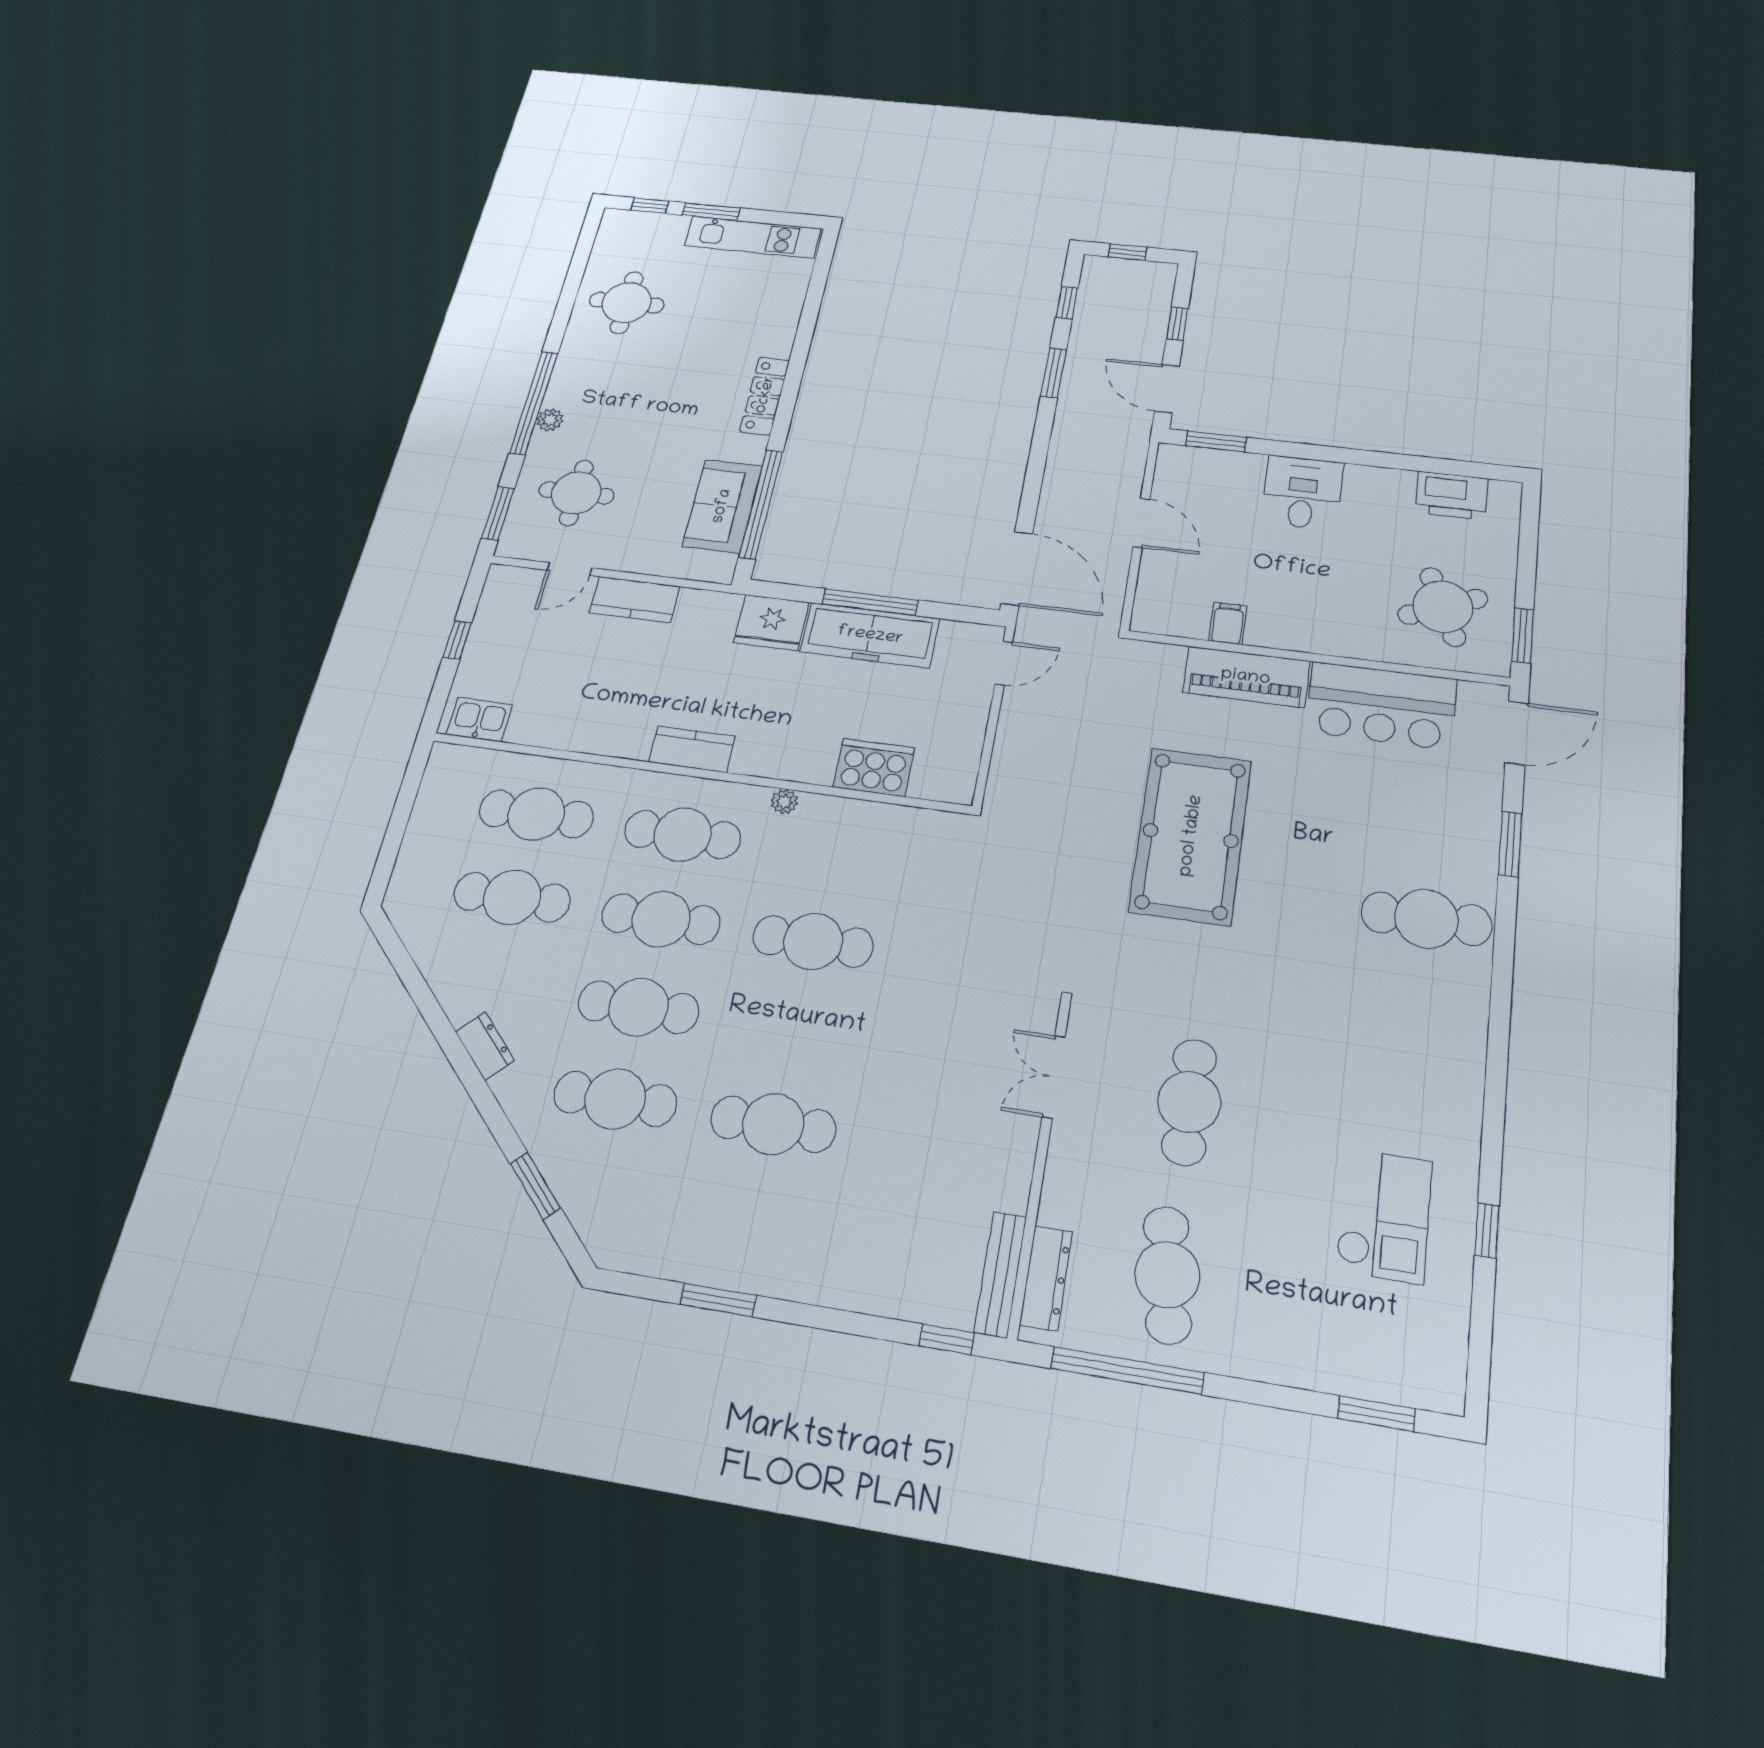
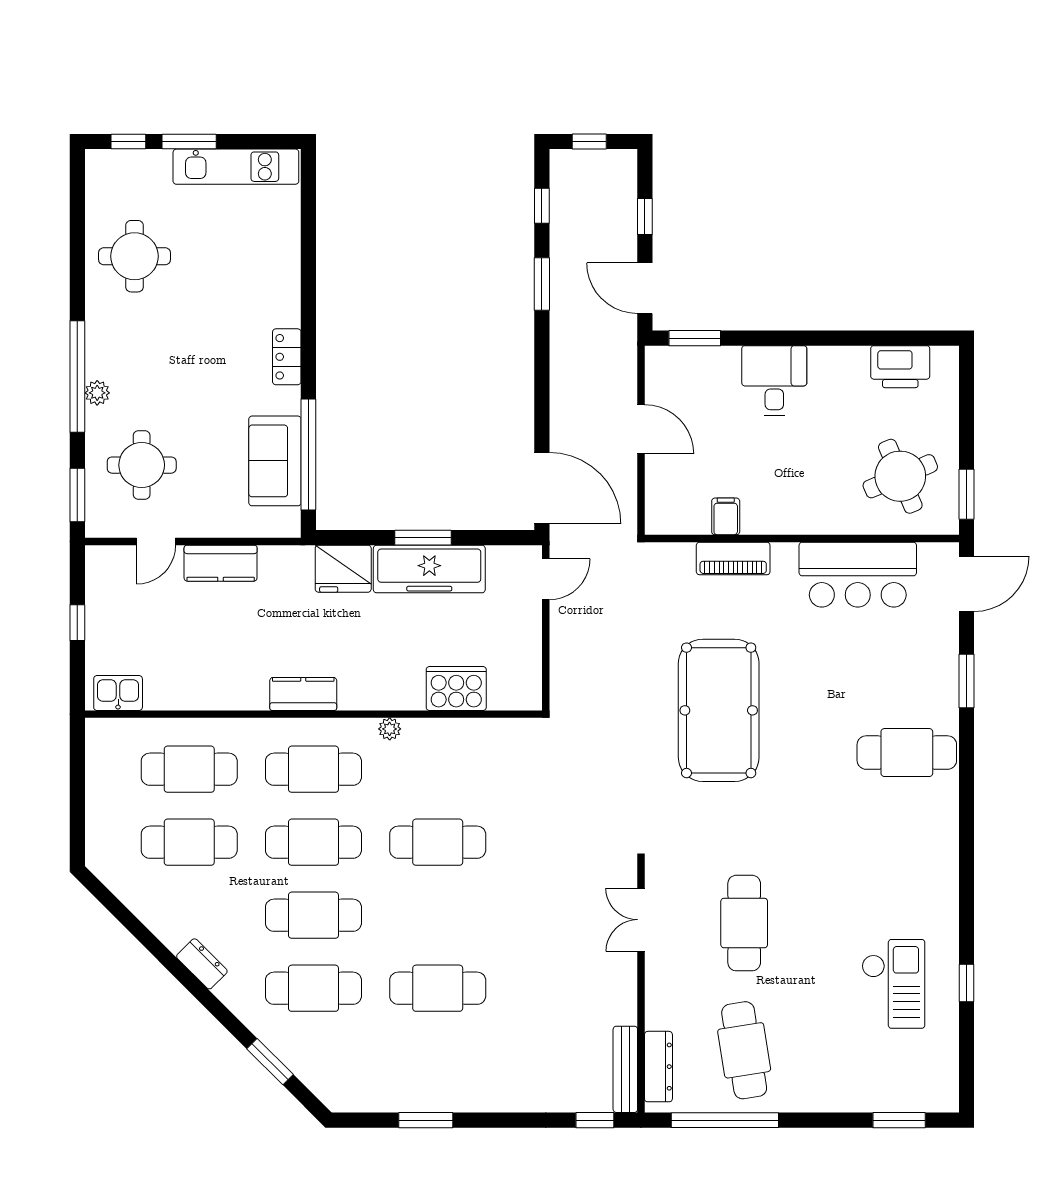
locker: (765, 396) -> (287, 357), width x0.66
window: (870, 602) -> (423, 538), width x0.69
piano: (1246, 677) -> (733, 558), width x0.73, depth x0.75

